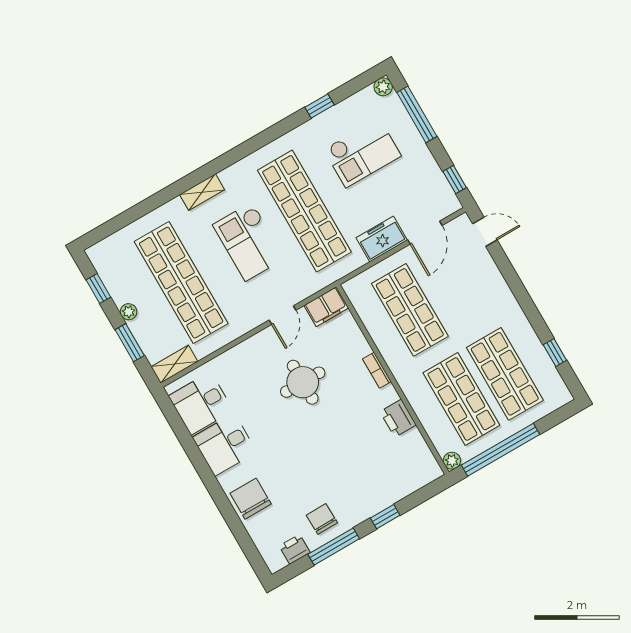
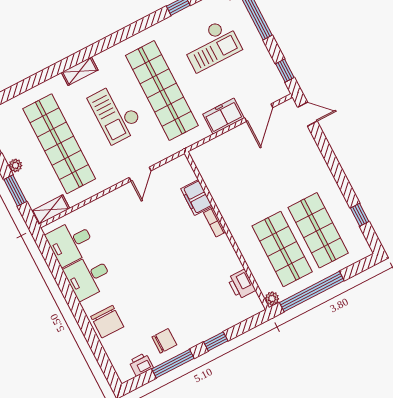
filing cabinet: (326, 307) -> (197, 198), moved, turned 90
shop shelf: (410, 310) -> (244, 175), removed
round table: (303, 382) -> (154, 229), removed
printer: (398, 418) -> (241, 284), moved
chair: (251, 499) -> (107, 322), turned 180
chair: (322, 519) -> (164, 341), turned 91

